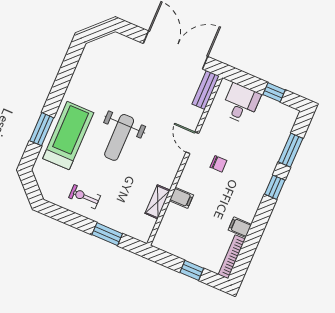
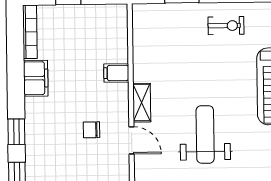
weight bench: (119, 137) -> (205, 134), moved
shelving: (158, 202) -> (142, 103), moved
filing cabinet: (240, 227) -> (36, 78), width x2.00

